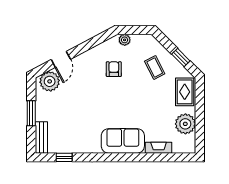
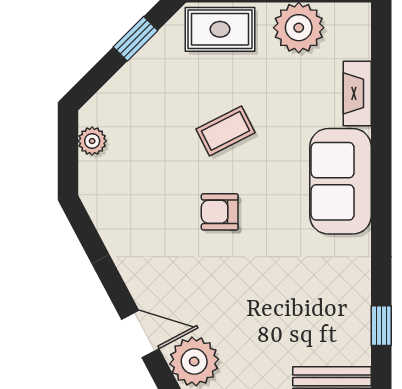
plant: (125, 40) -> (92, 141), moved
coffee table: (155, 68) -> (226, 131), moved
armchair: (114, 69) -> (220, 212), moved

